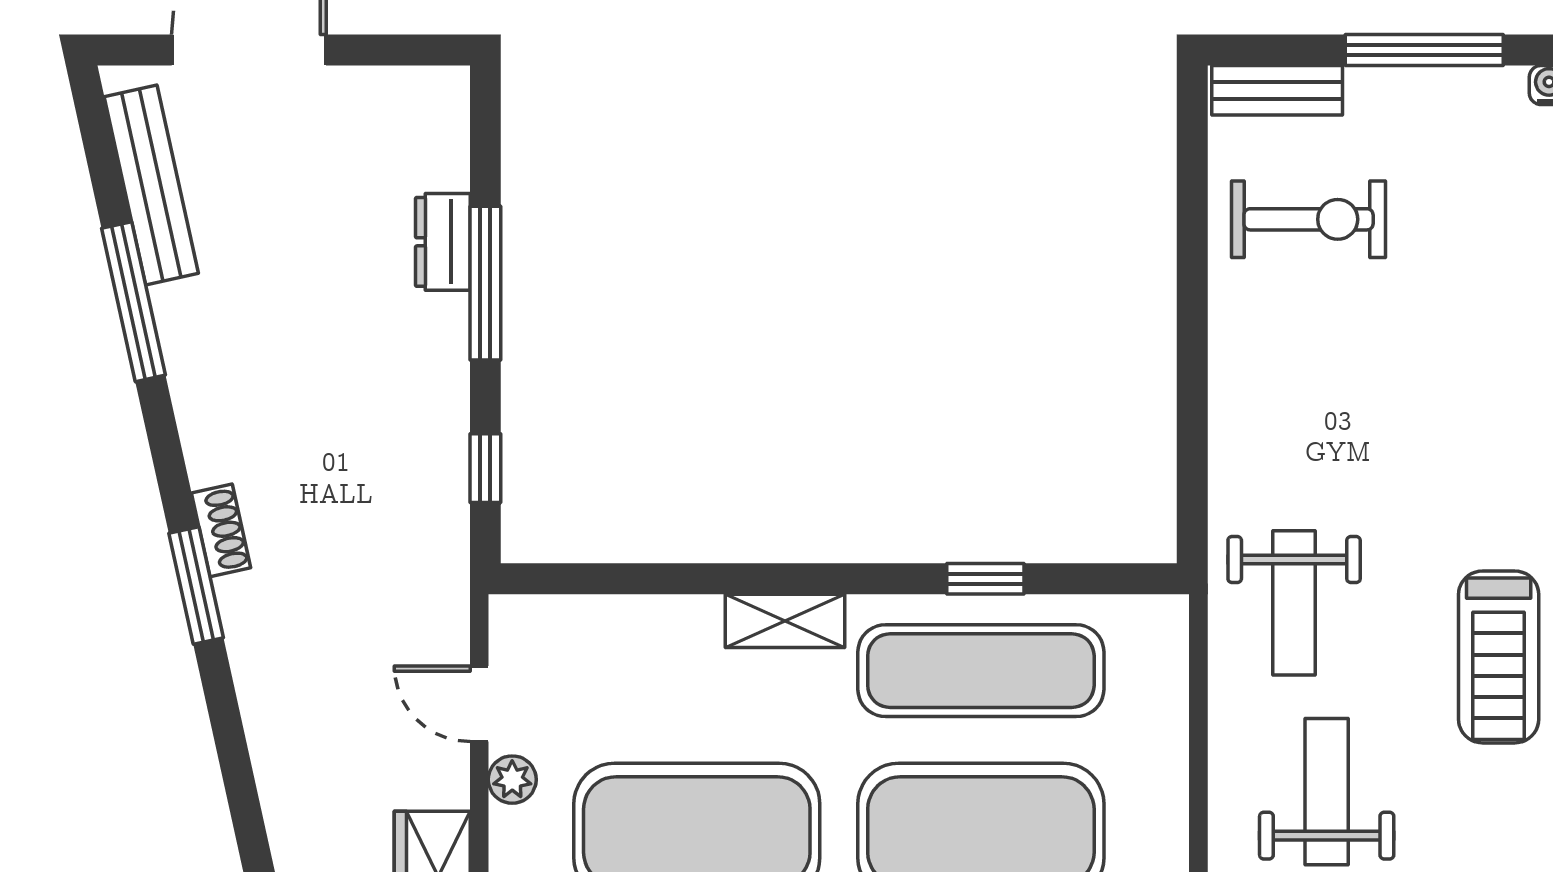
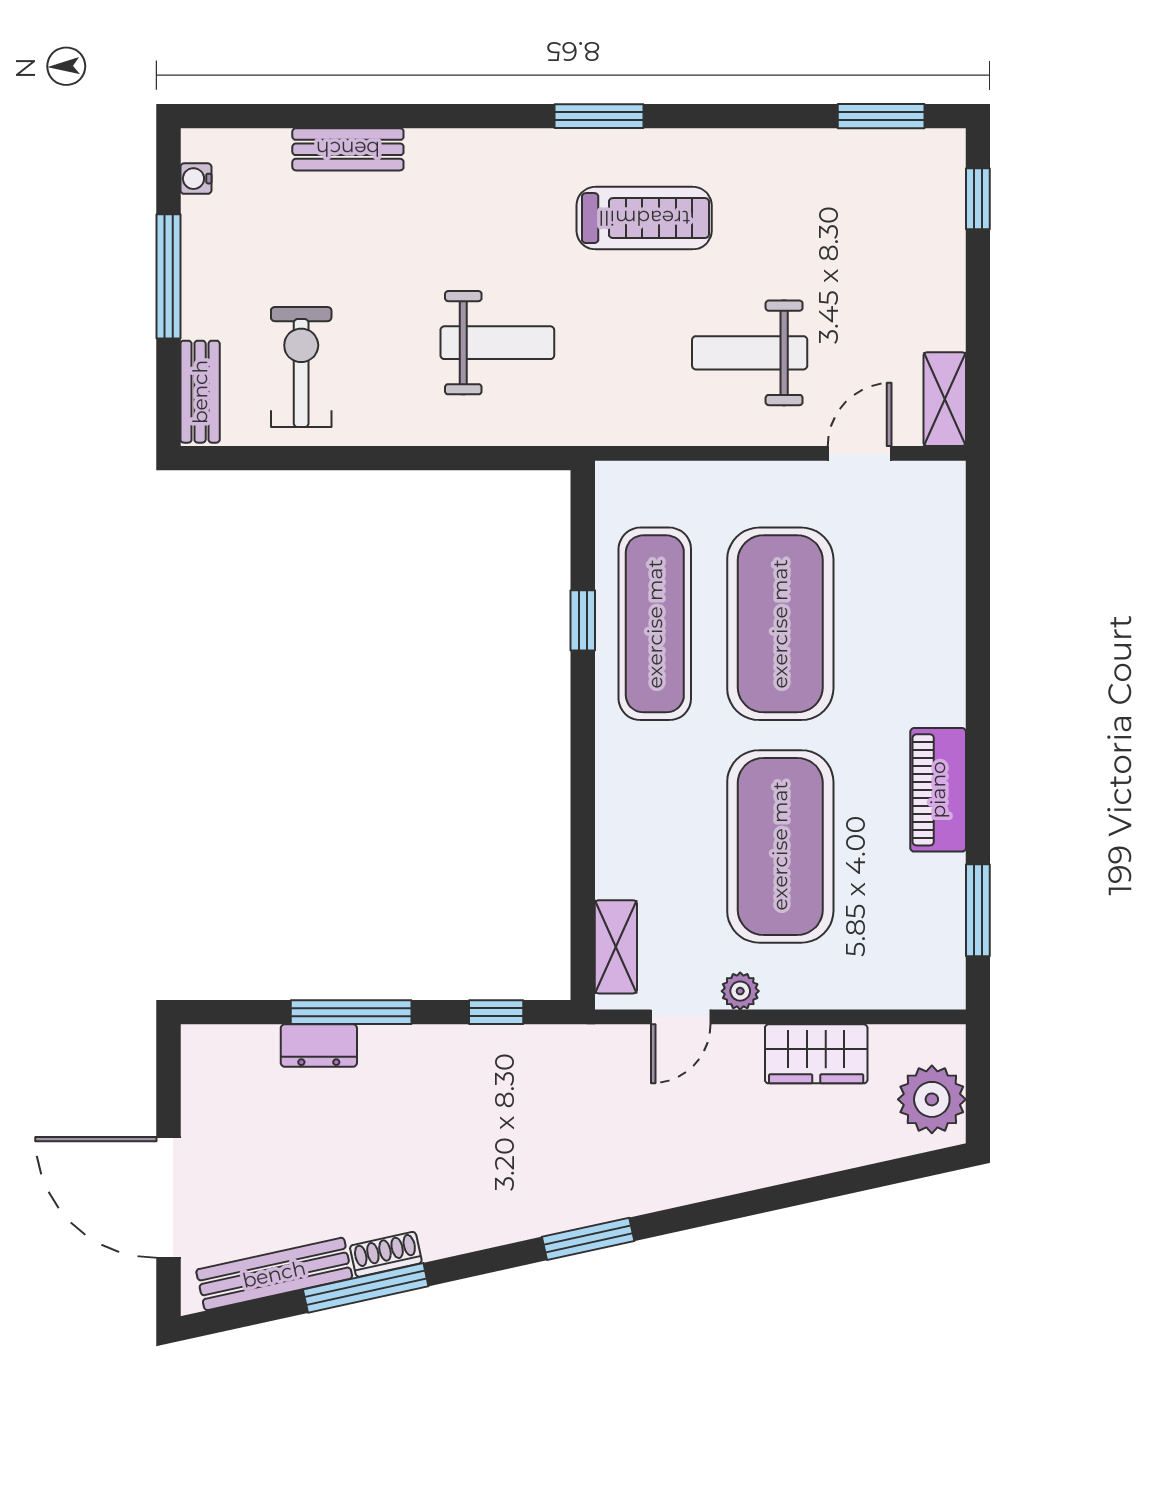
shoe rack: (221, 530) -> (386, 1254), moved
weight bench: (1294, 603) -> (497, 343), moved
shelving: (785, 621) -> (616, 947), moved

